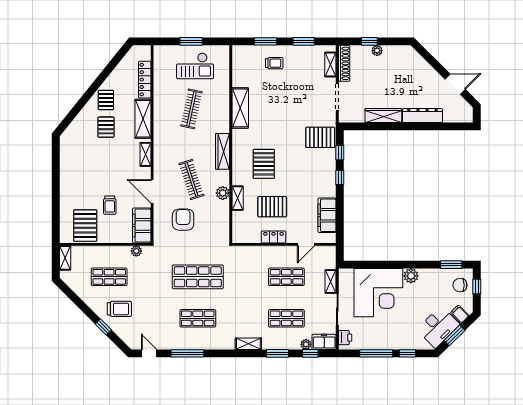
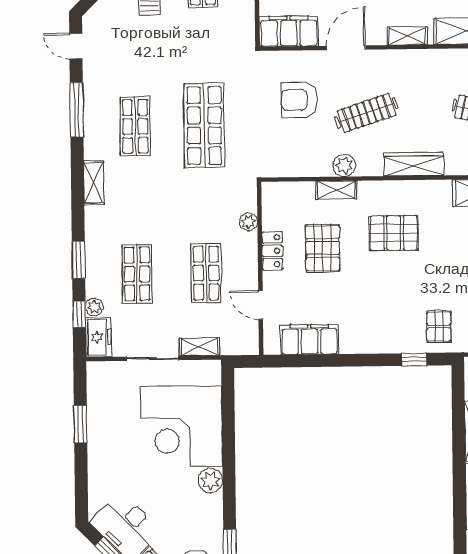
pallet: (320, 137) -> (439, 327), width x0.67, depth x0.71
window: (340, 178) -> (373, 360), removed
armchair: (183, 220) -> (299, 100), turned 180
plant: (136, 251) -> (249, 222), moved
printer: (345, 338) -> (106, 372), removed
shelving: (248, 344) -> (94, 183), moved
door: (149, 353) -> (76, 46), swing flipped
window: (376, 353) -> (81, 424), width x0.69
window: (407, 353) -> (81, 476), removed

